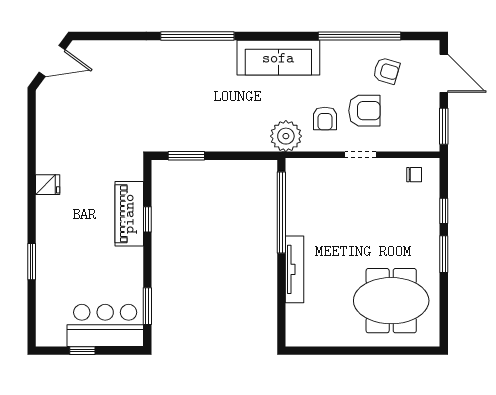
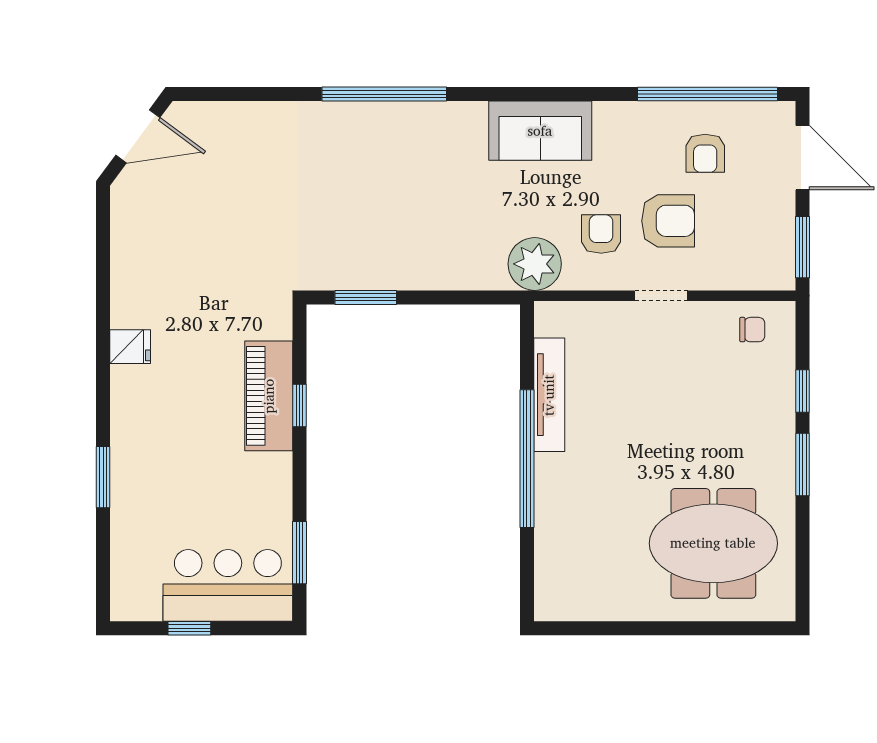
window: (359, 36) -> (708, 94), moved
sofa: (278, 58) -> (540, 131), width x0.73
armchair: (386, 71) -> (705, 153), turned 74
armchair: (325, 118) -> (601, 234), turned 180
window: (281, 212) -> (527, 459), moved
tv unit: (294, 269) -> (549, 395), moved

